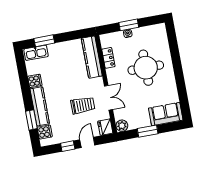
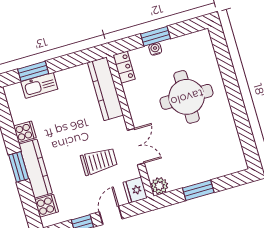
kitchen sink: (36, 53) -> (39, 85), moved
locker: (108, 58) -> (124, 67), moved
sofa: (166, 114) -> (222, 163), removed
window: (31, 120) -> (19, 167), moved

